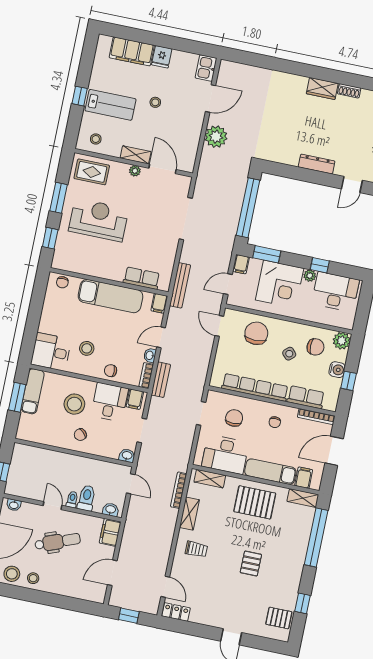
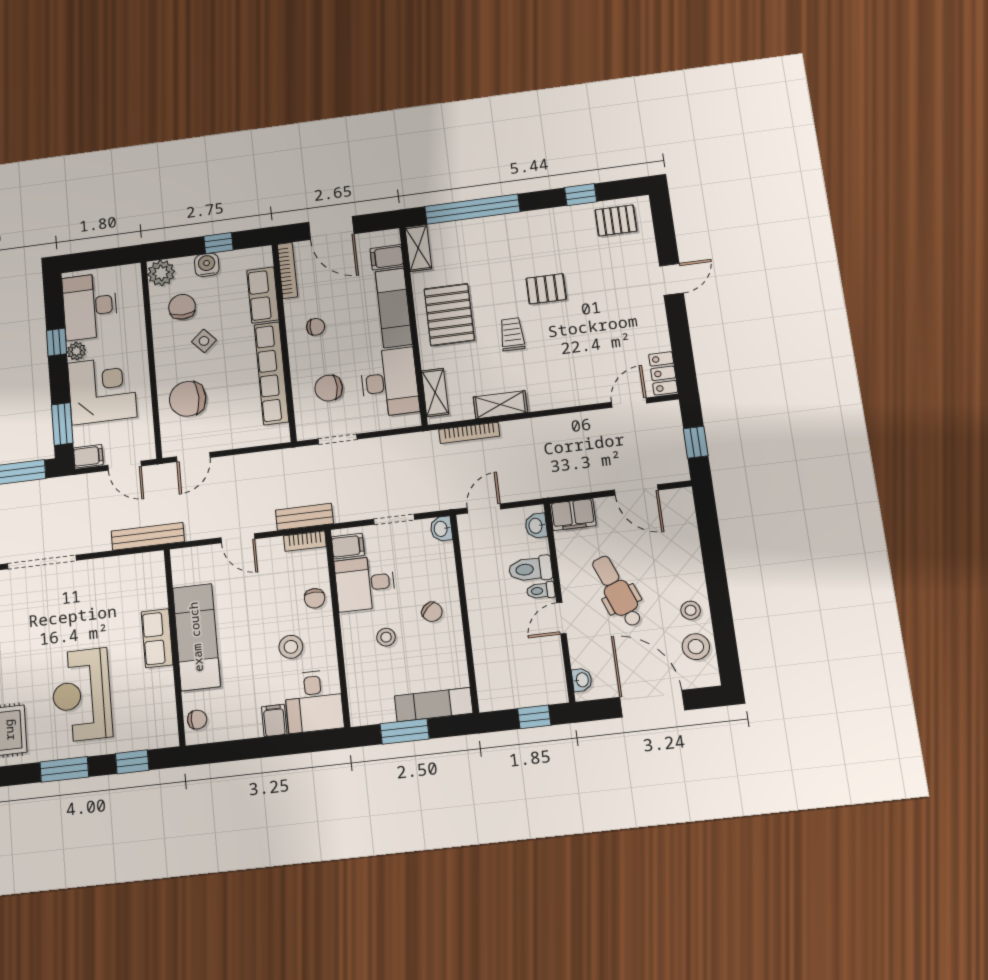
row of seats: (142, 278) -> (157, 638), moved
filing cabinet: (159, 303) -> (274, 720), moved, turned -90
washbasin: (150, 355) -> (271, 546), removed
exam couch: (33, 391) -> (434, 705), moved
stool: (74, 404) -> (386, 637), width x0.53, depth x0.53
trolley: (196, 549) -> (512, 334), moved
pallet: (279, 618) -> (616, 220), turned 90

